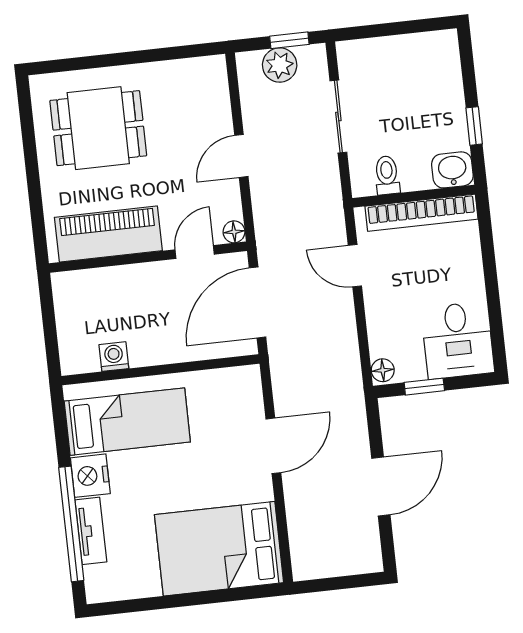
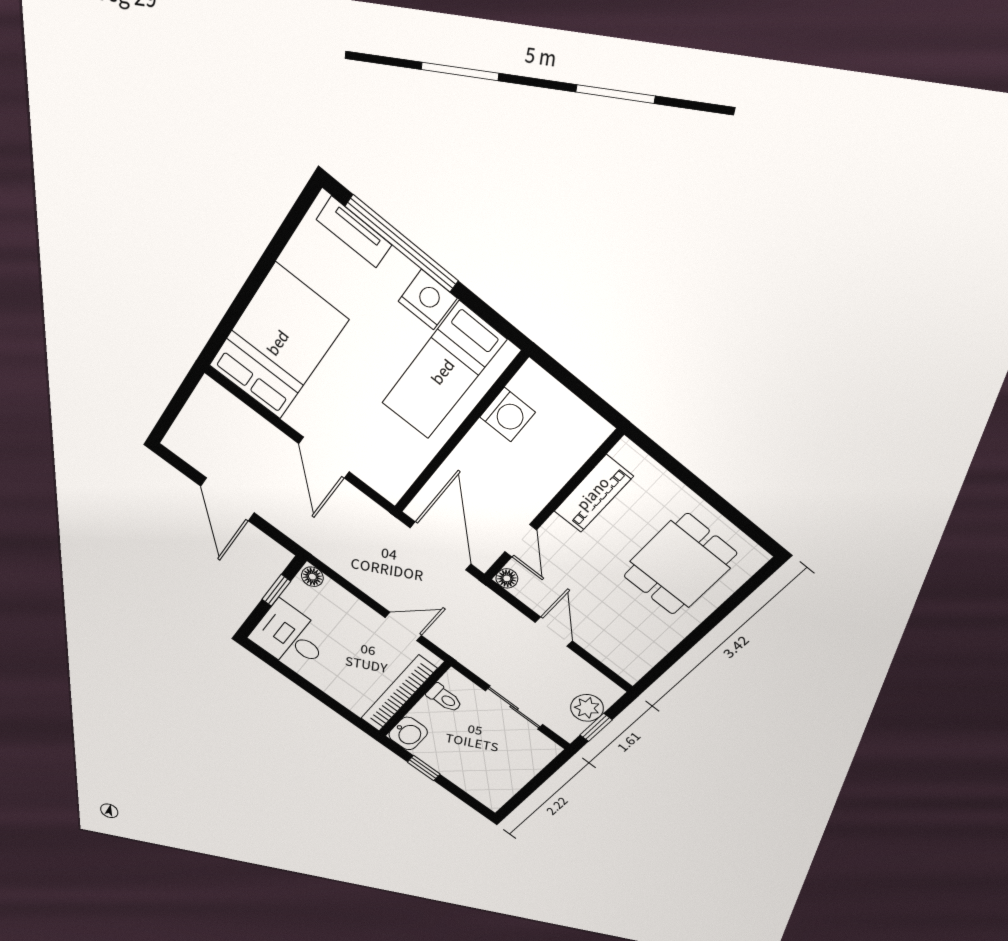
piano: (108, 234) -> (593, 494), width x0.73, depth x0.75
washing machine: (114, 357) -> (508, 415), width x1.38, depth x1.38
tv unit: (91, 531) -> (354, 232), moved

